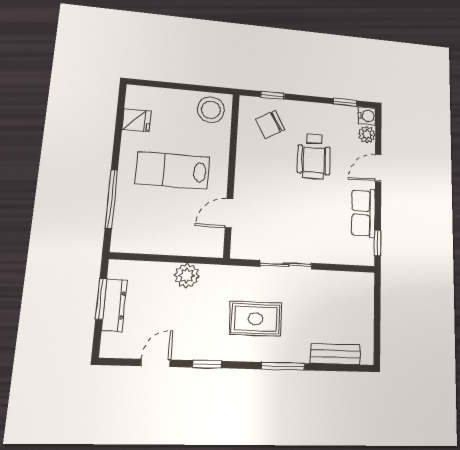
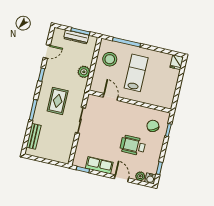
stool: (211, 110) -> (110, 59), moved
fridge: (137, 120) -> (177, 62), moved
door: (156, 363) -> (47, 52), hinge flipped

